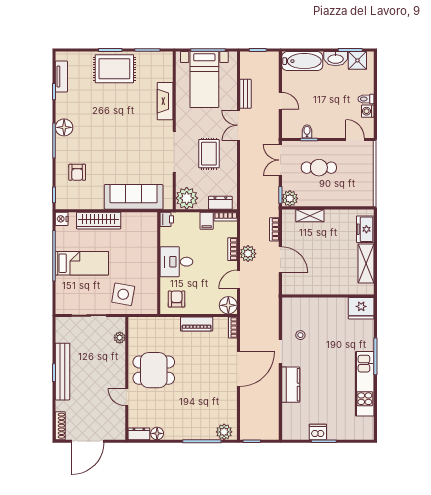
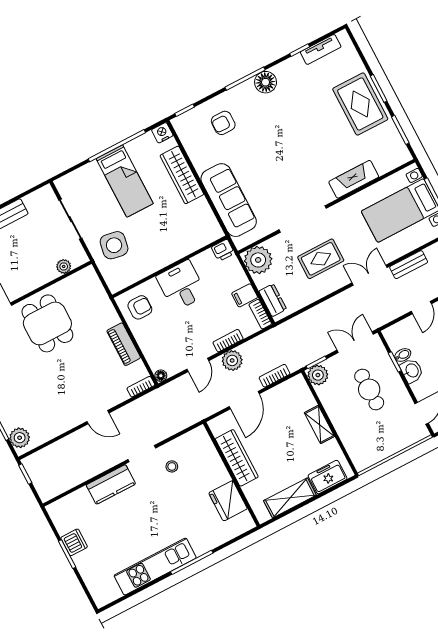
washbasin: (321, 131) -> (412, 371), added
shelving: (310, 216) -> (319, 425), moved
door: (238, 279) -> (198, 365), swing flipped
wardrobe: (318, 286) -> (237, 458), added
floor lamp: (228, 305) -> (161, 376), width x0.53, depth x0.53
fridge: (361, 308) -> (228, 501), moved
door: (238, 369) -> (98, 417), width x0.53

